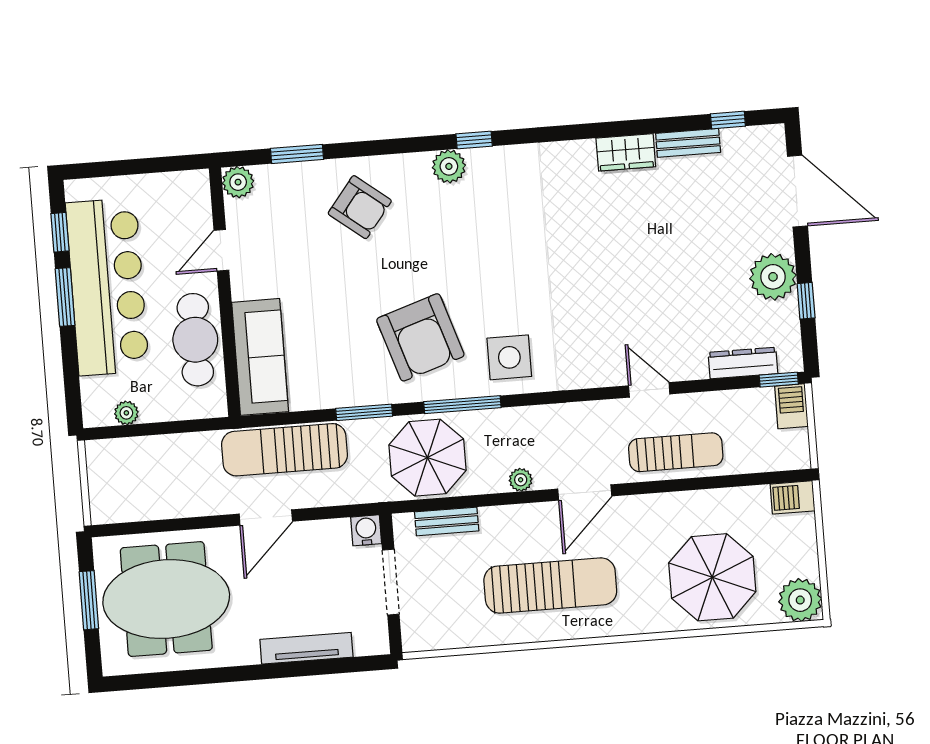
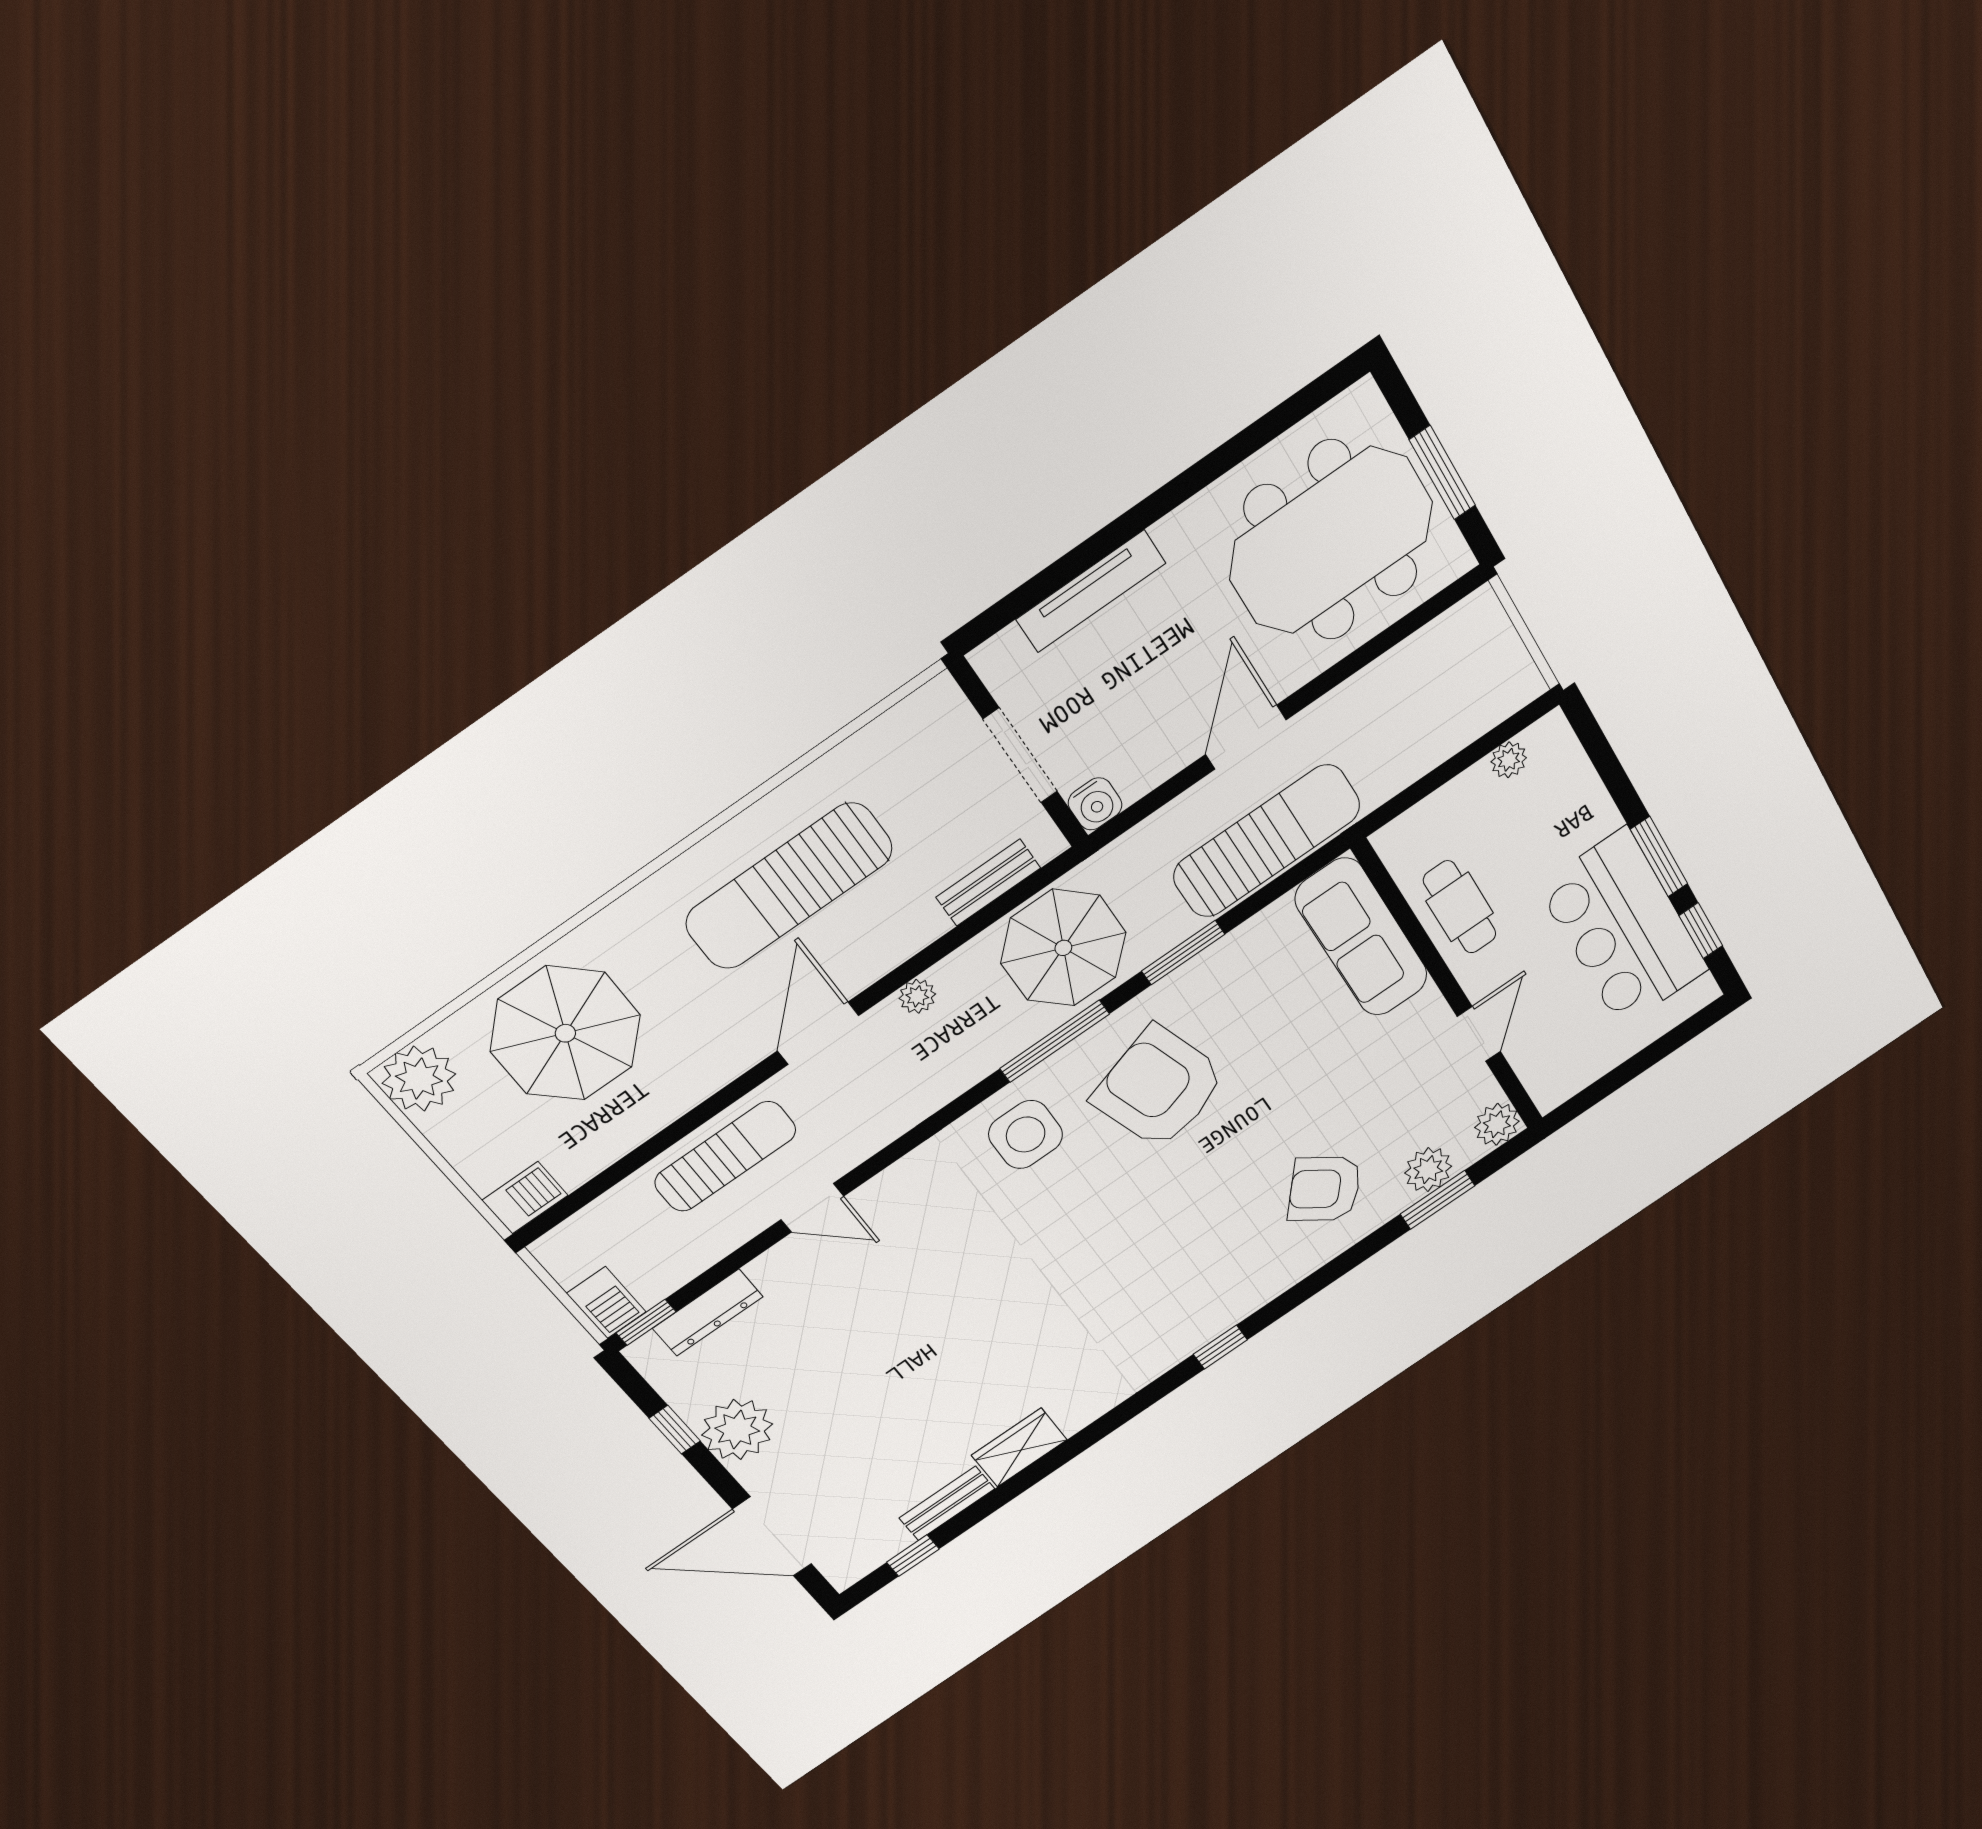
plant: (449, 166) -> (1428, 1170), moved
bar counter: (107, 287) -> (1624, 928), width x0.73
cafe table: (195, 340) -> (1460, 907), width x0.73, depth x0.74
sun lounger: (676, 452) -> (725, 1156), turned 180

